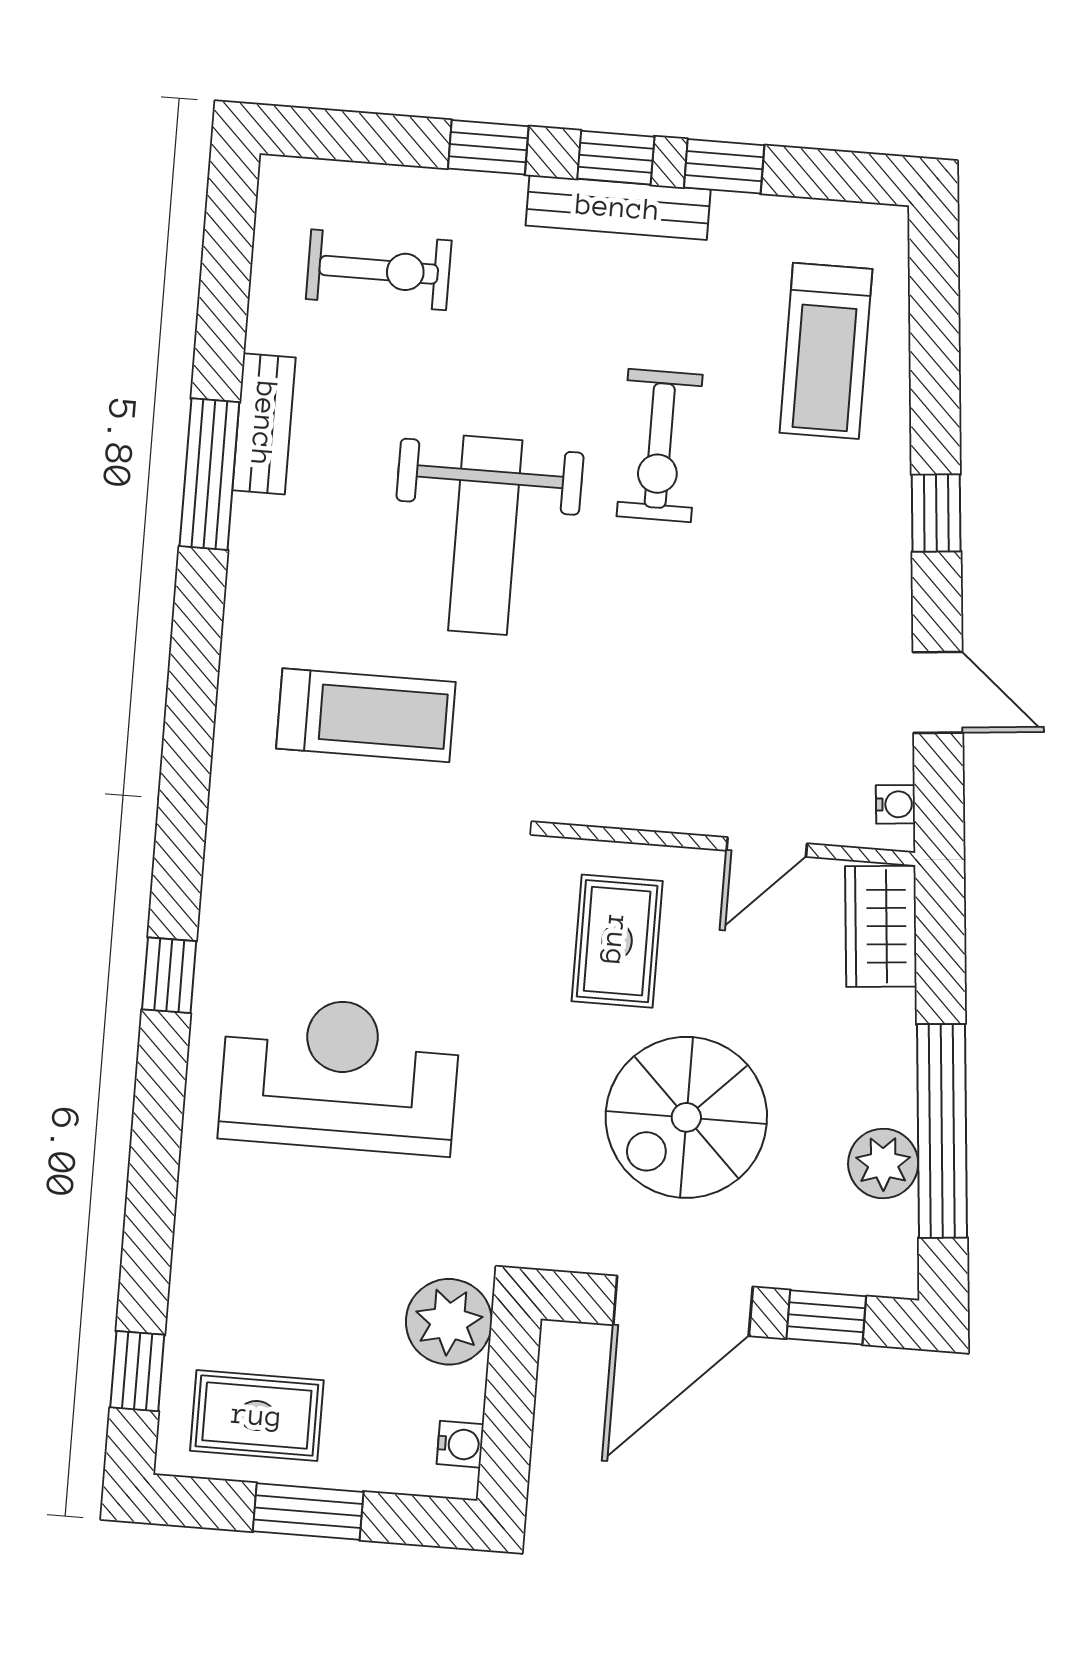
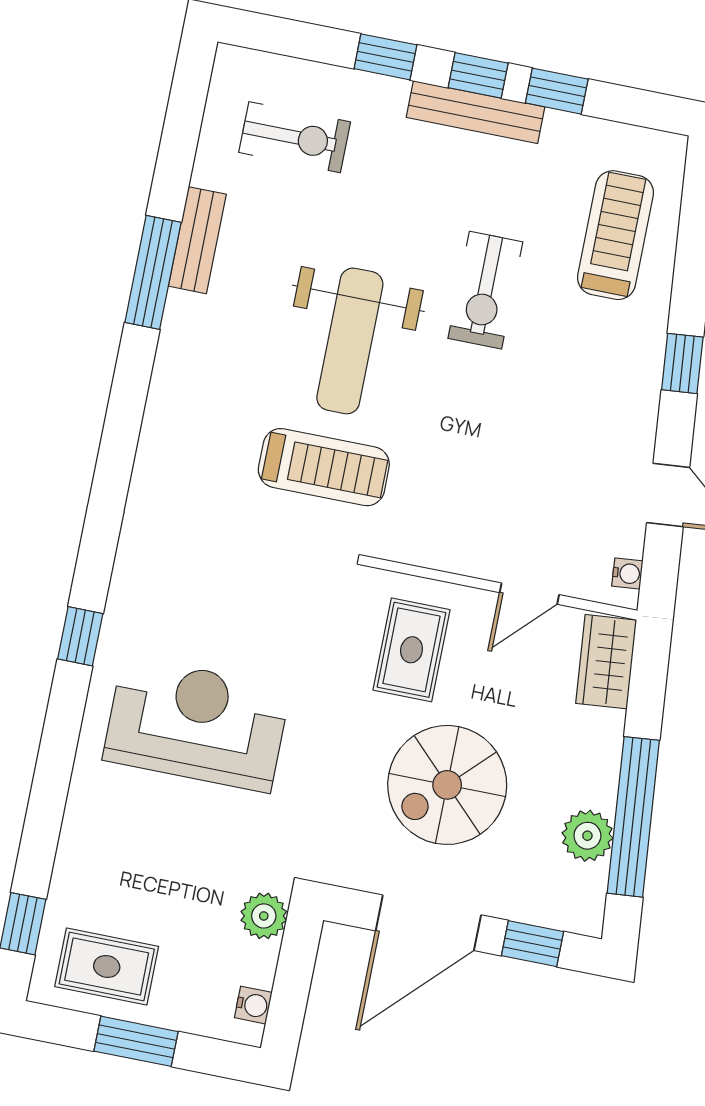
treadmill: (826, 351) -> (615, 235), turned 180
treadmill: (366, 715) -> (324, 467), moved
plant: (449, 1322) -> (264, 916), width x0.73, depth x0.73

